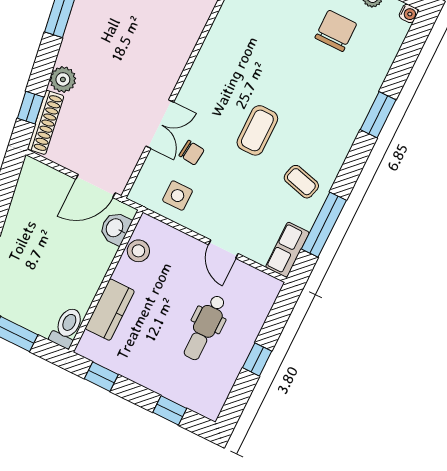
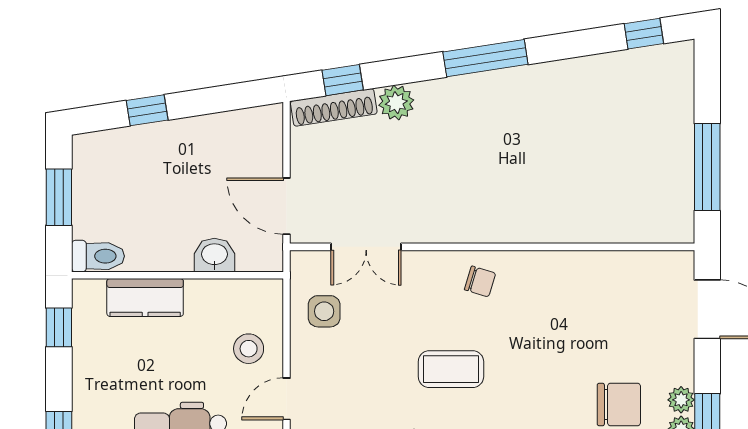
double door: (160, 124) -> (366, 247), moved
chair: (192, 153) -> (480, 281), moved, turned -79
washbasin: (115, 228) -> (214, 255), moved
stool: (138, 251) -> (249, 349), moved

